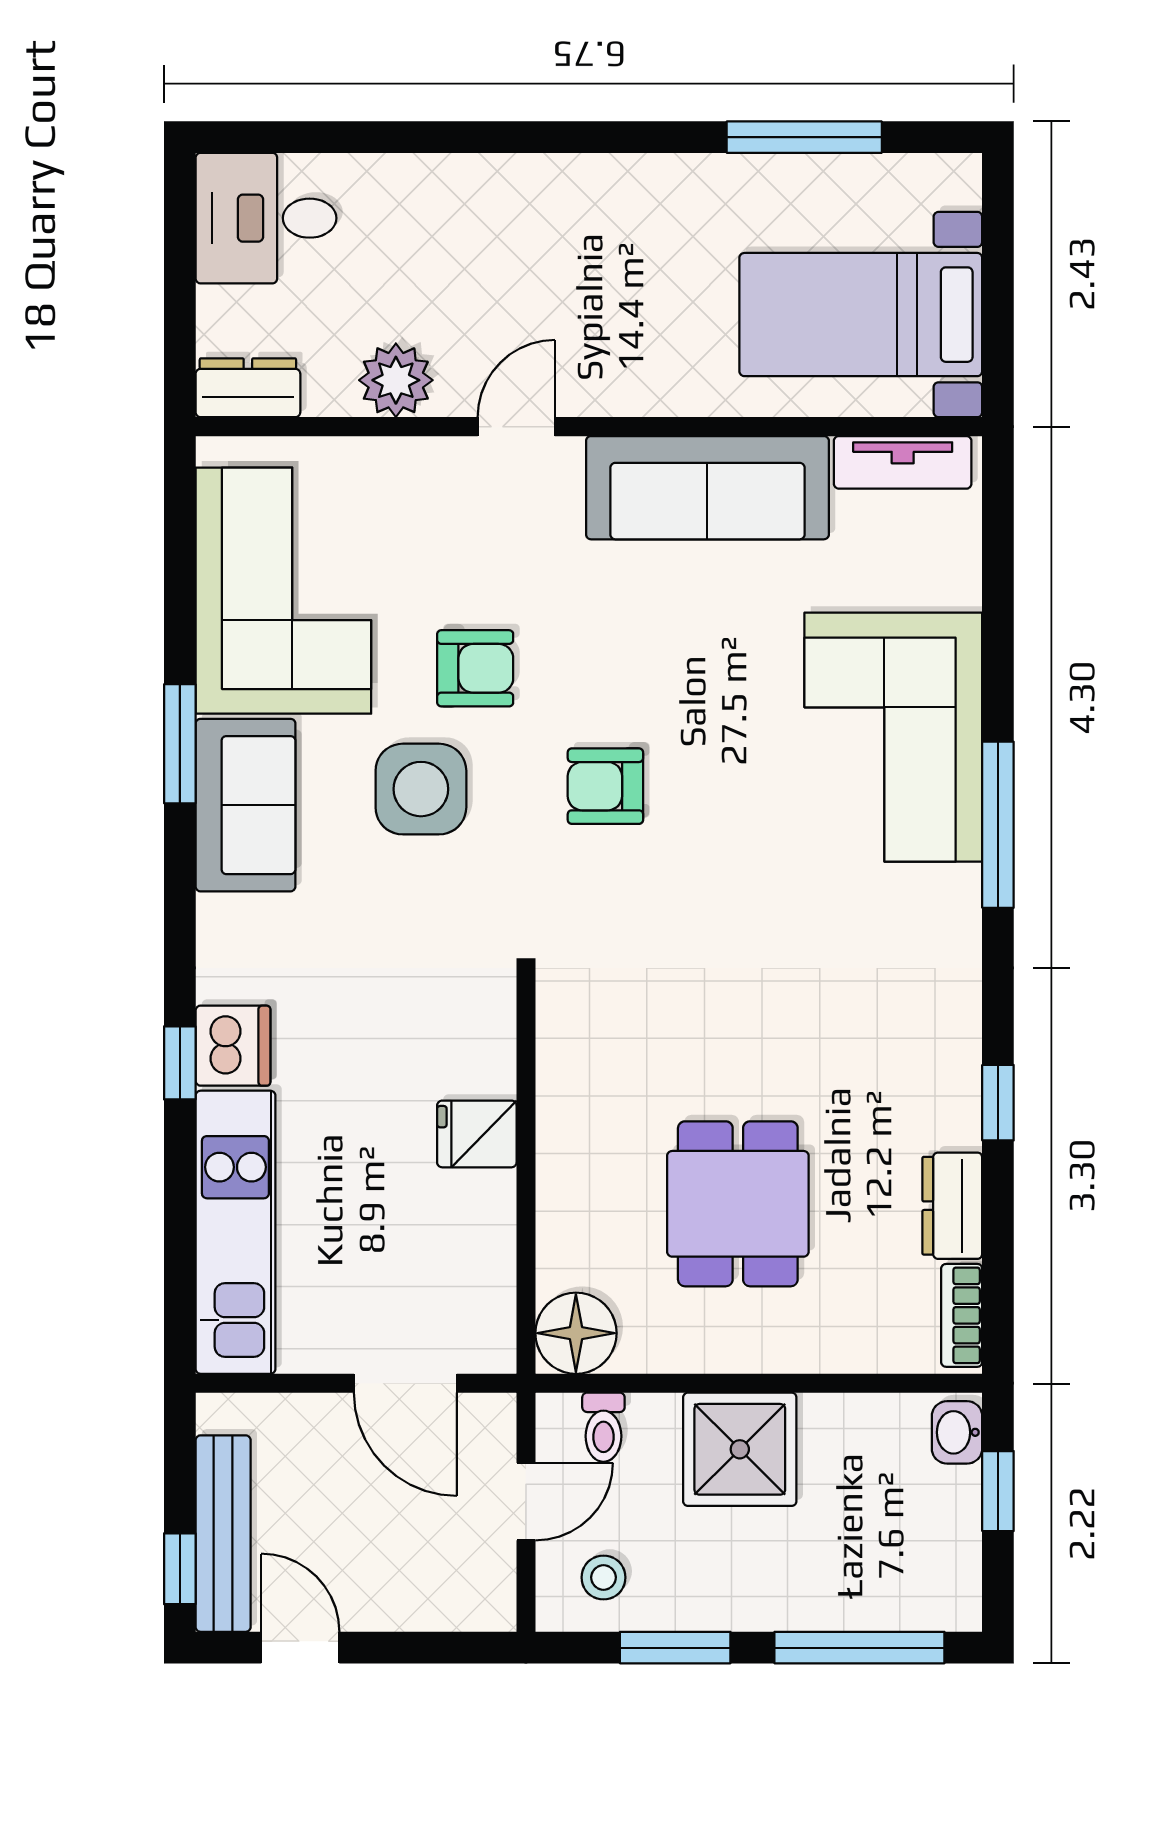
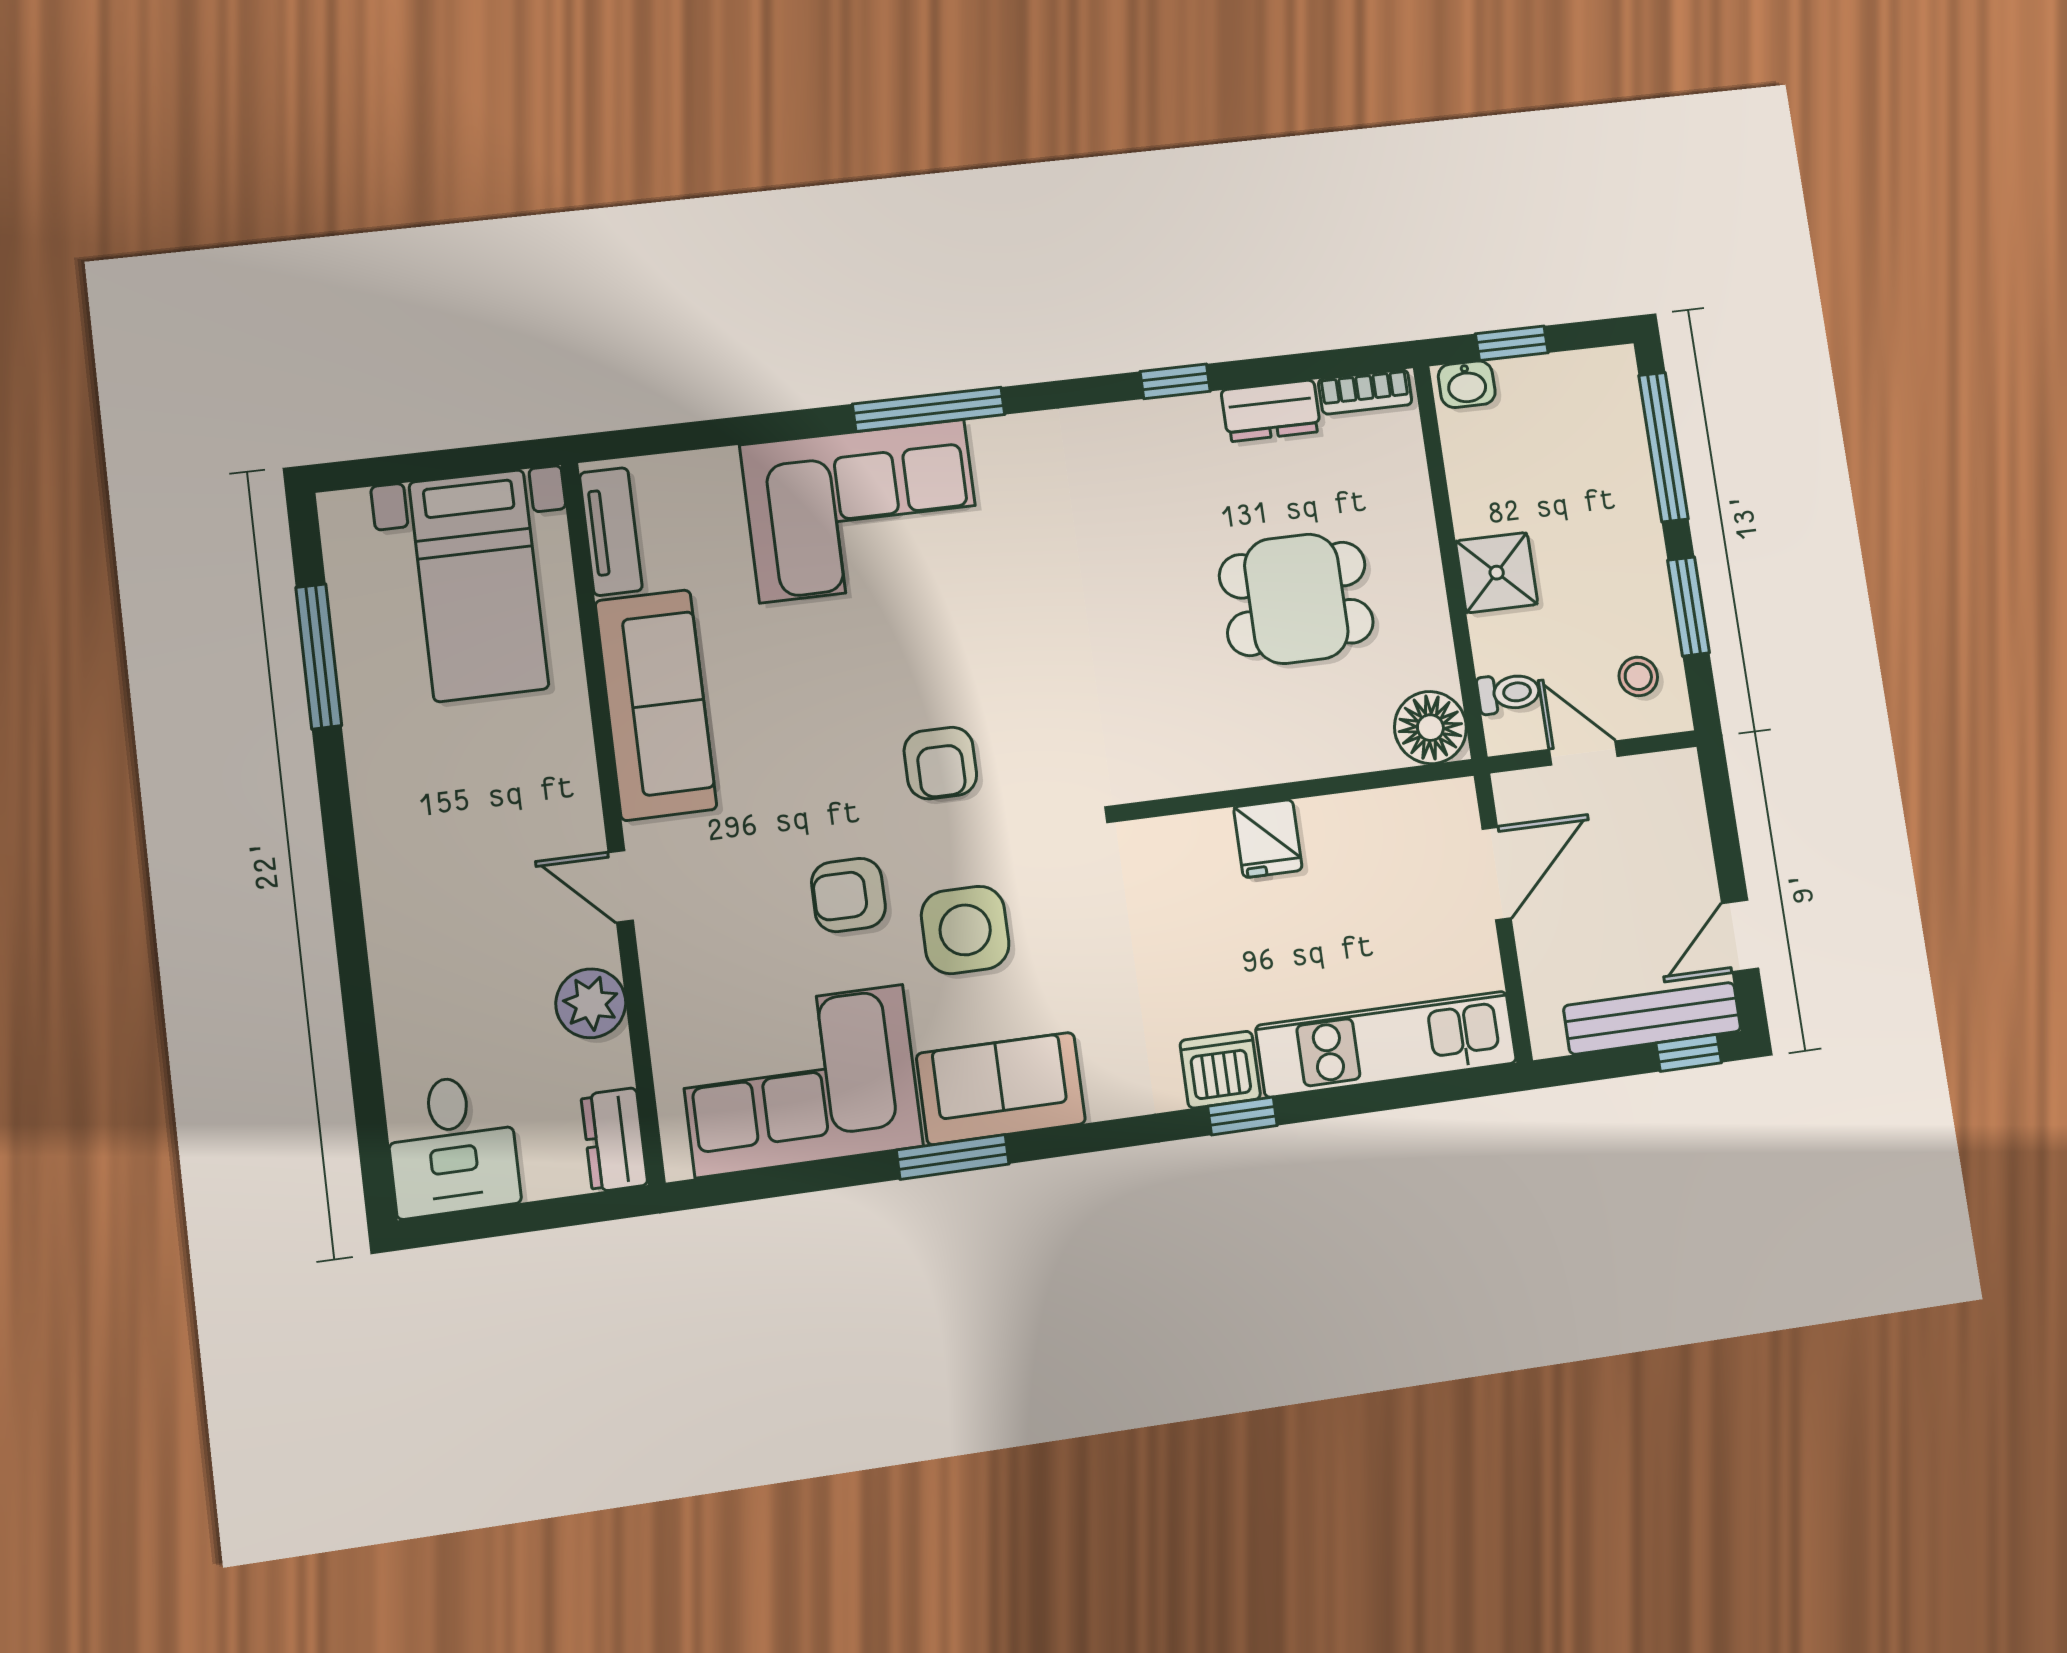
armchair: (475, 668) -> (848, 895), turned -90
shower: (740, 1449) -> (1497, 573), width x0.73, depth x0.73

